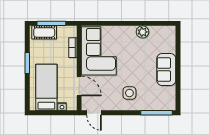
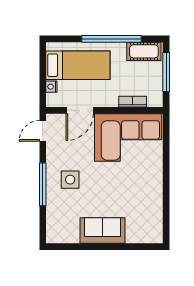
cot: (44, 32) -> (144, 51), moved, turned 90
plant: (142, 32) -> (154, 198), removed
window: (27, 63) -> (111, 39), width x2.11
window: (157, 113) -> (43, 184), moved

